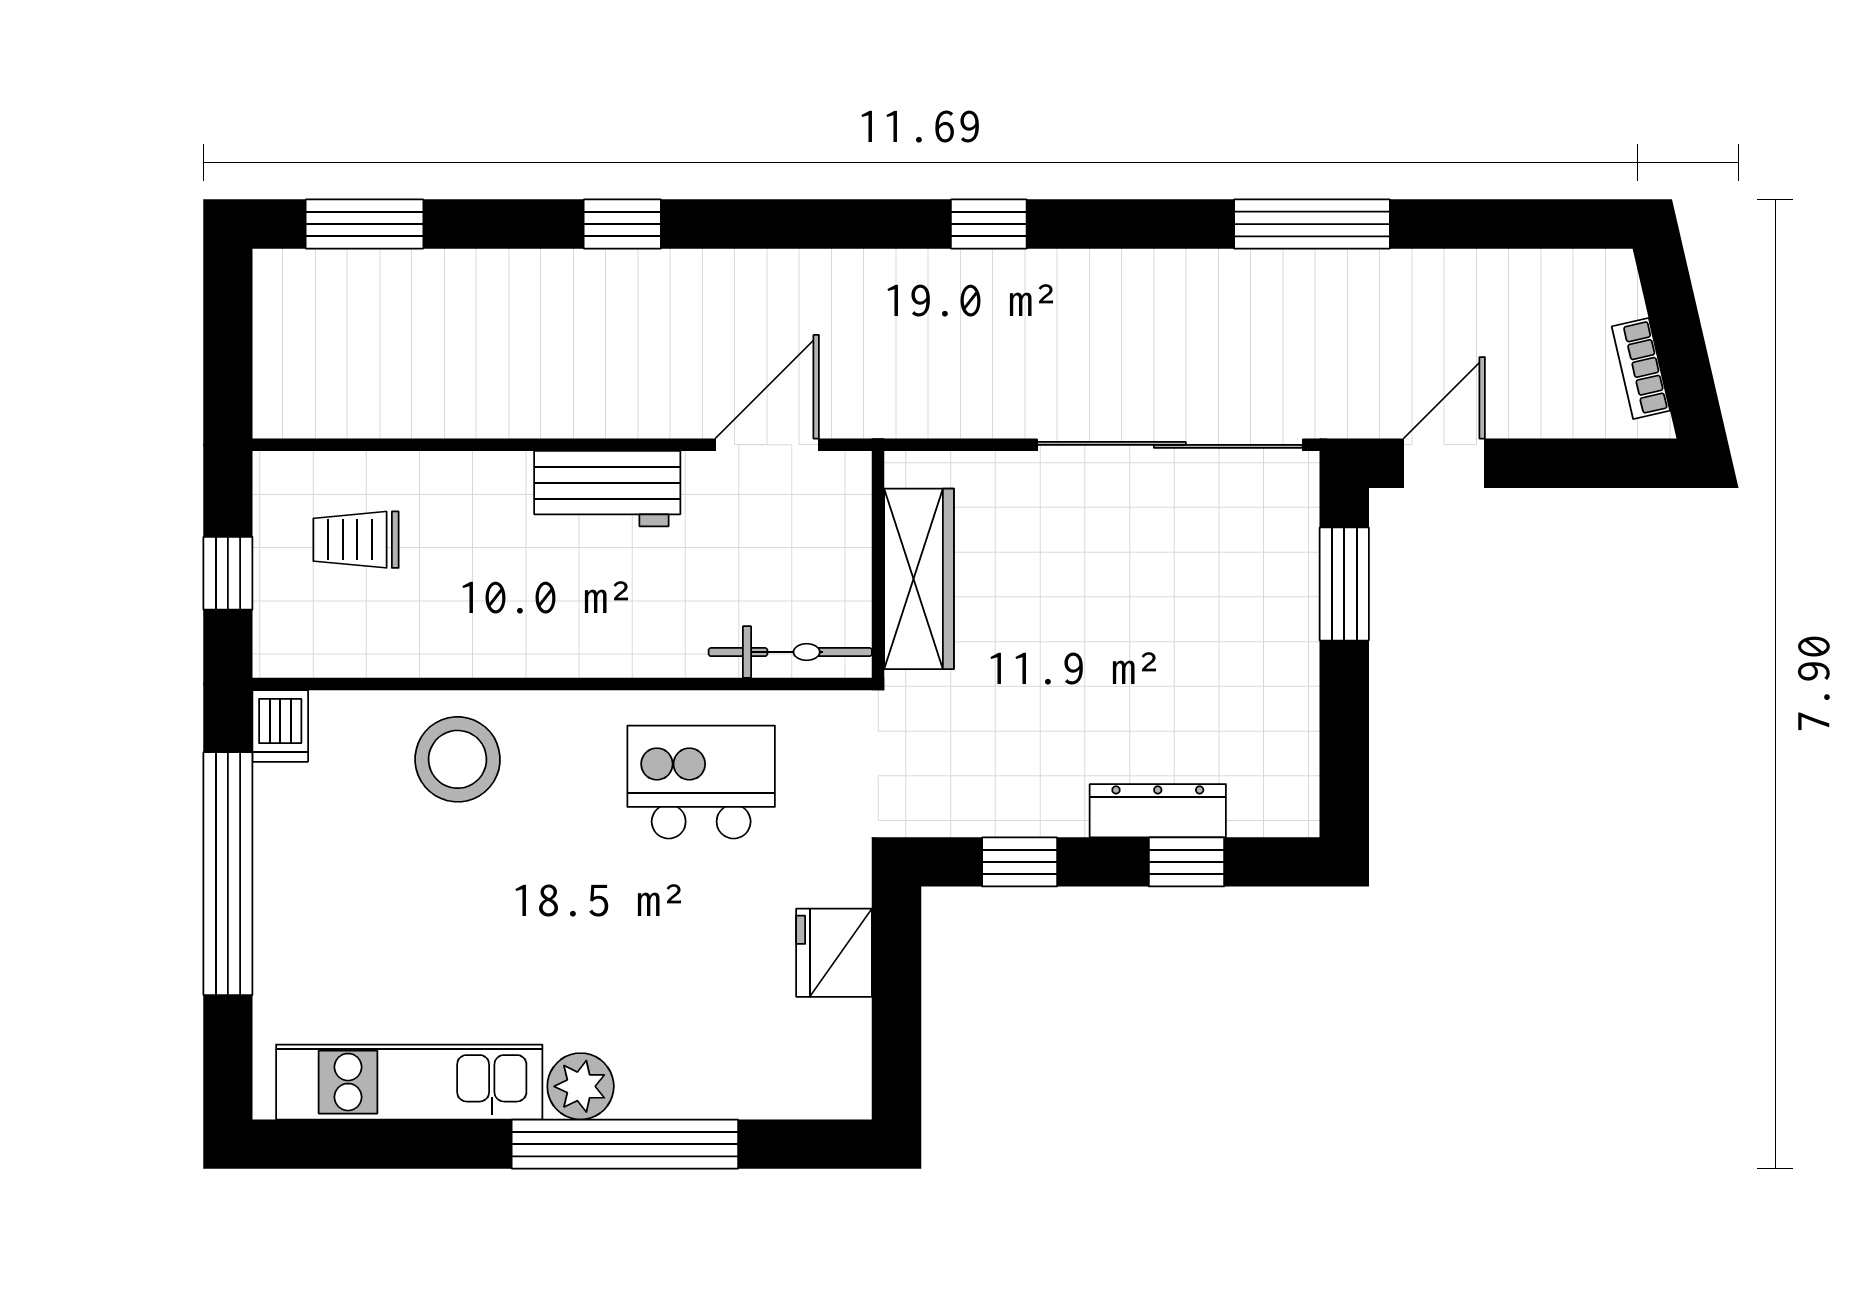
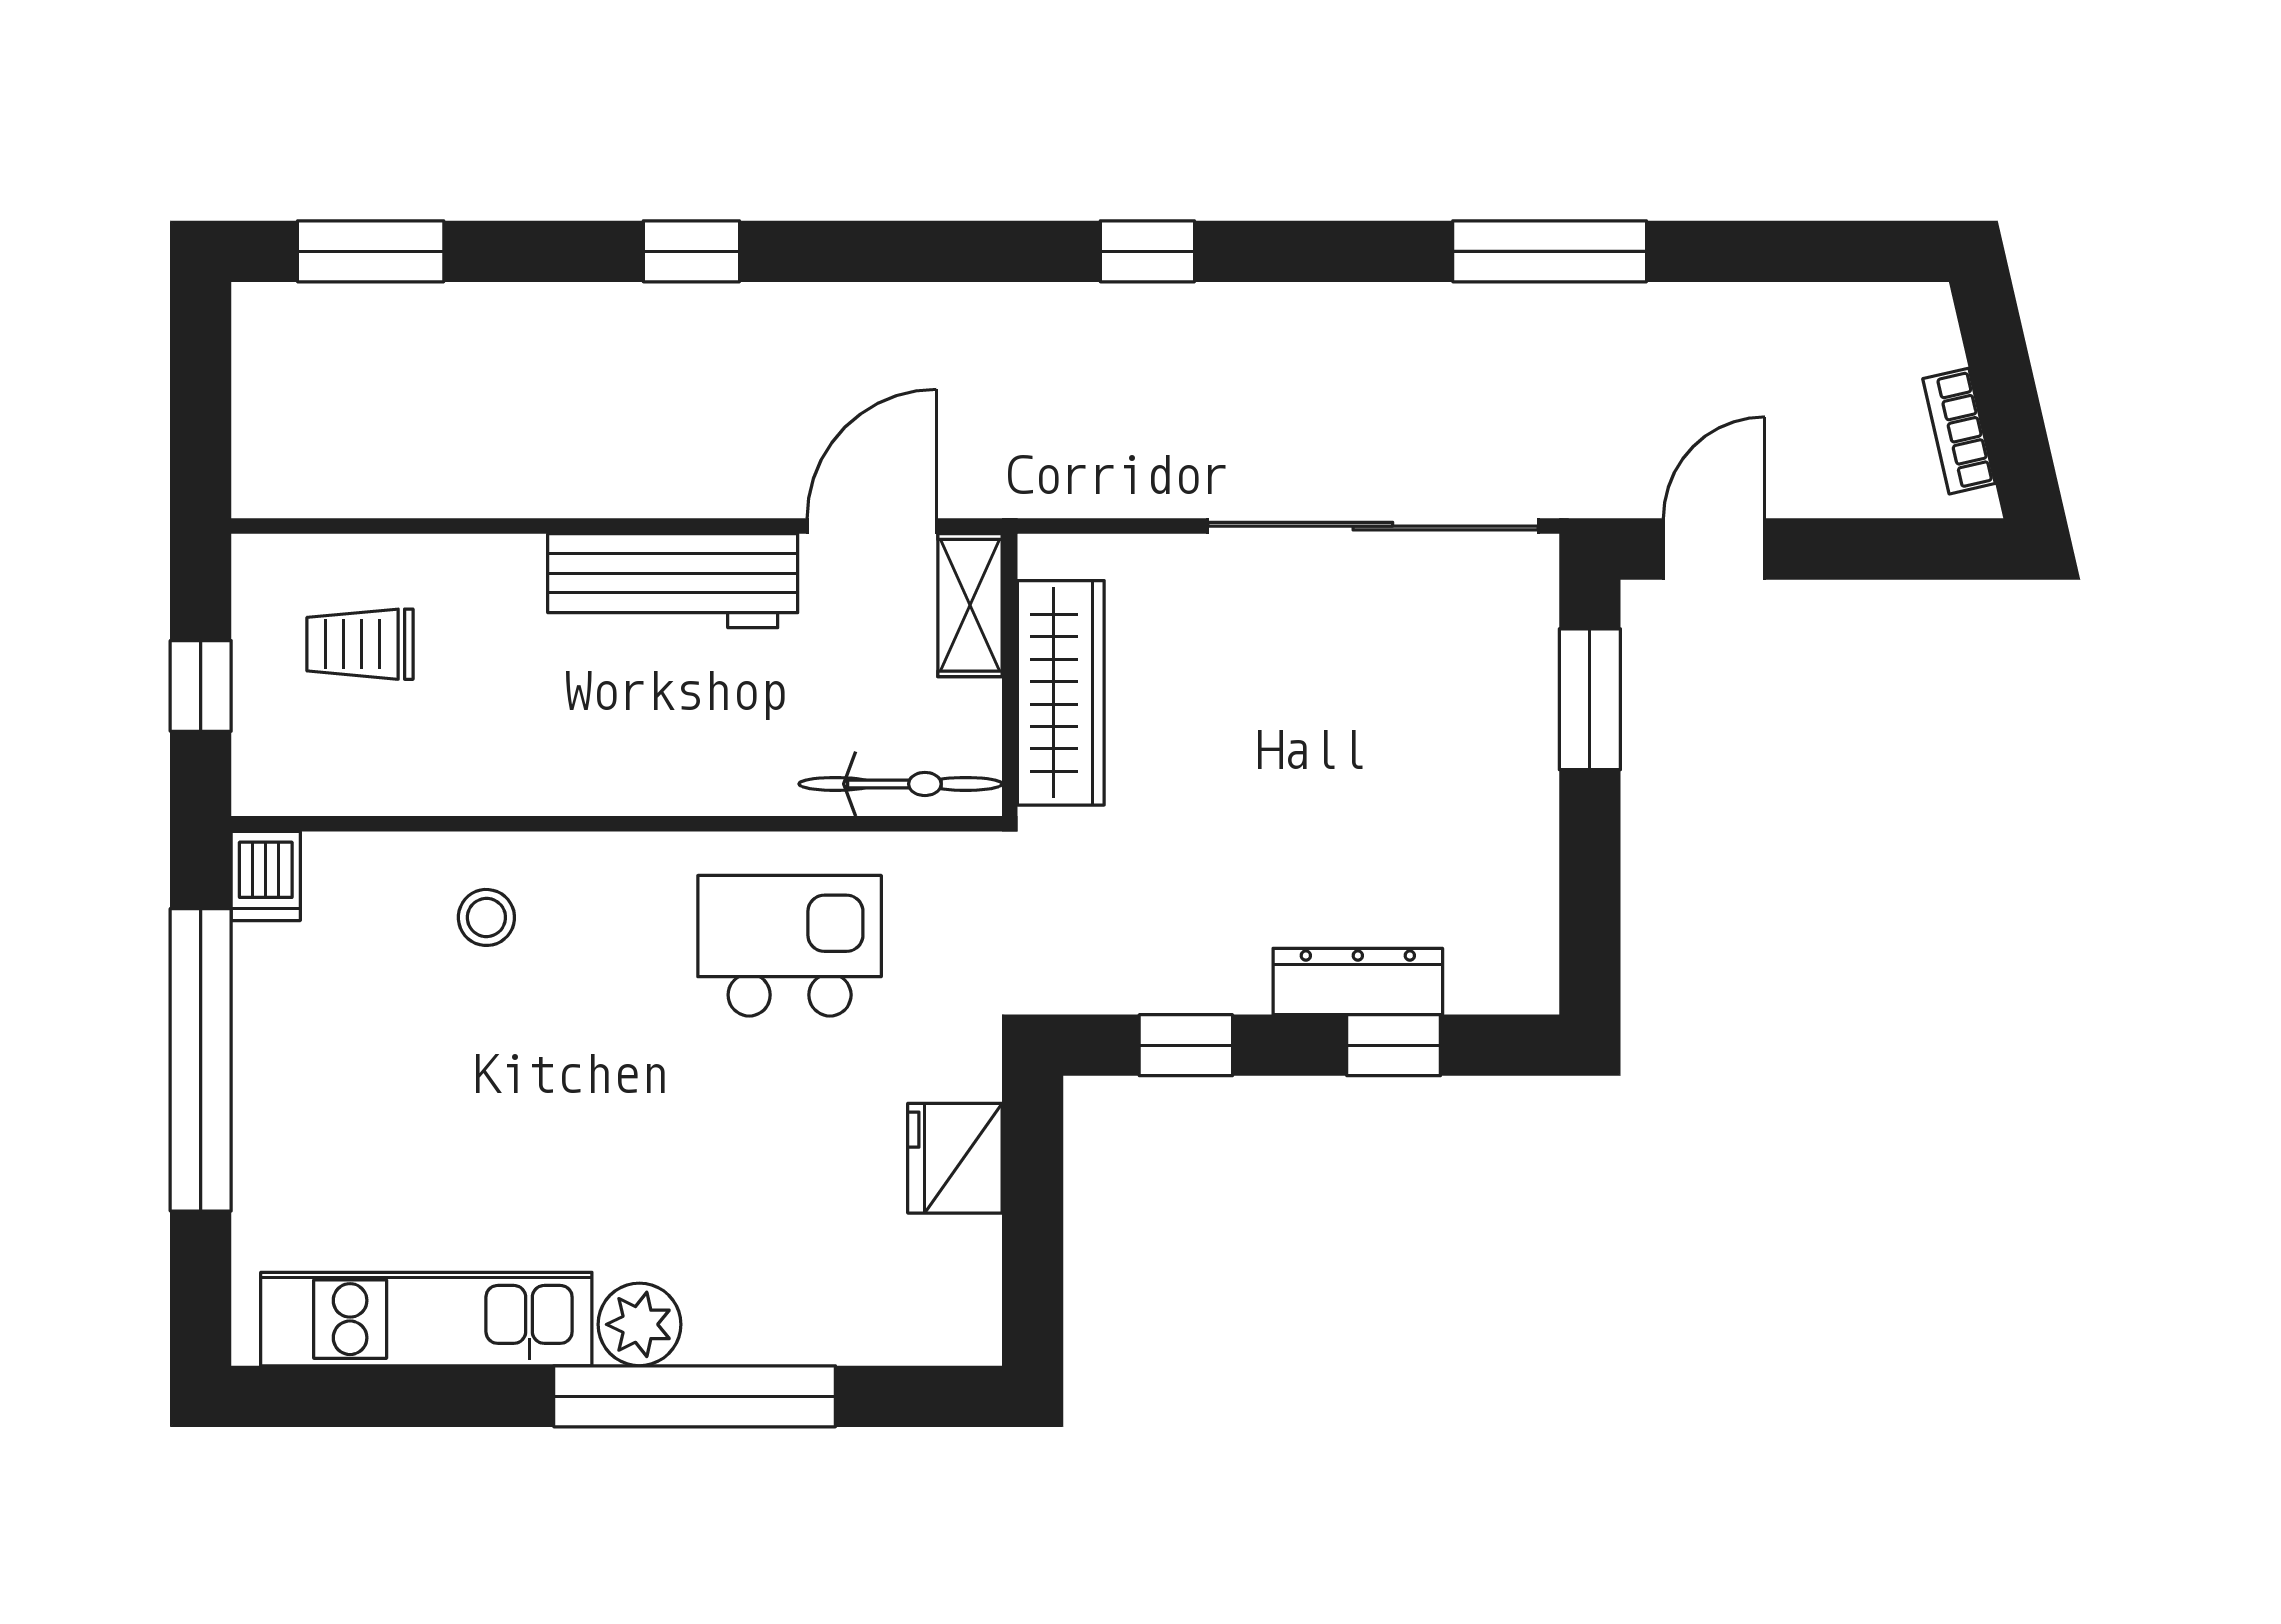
workbench: (607, 489) -> (673, 581), width x1.38
shelving: (846, 508) -> (970, 605), added
stool: (458, 759) -> (486, 917), width x0.53, depth x0.53

